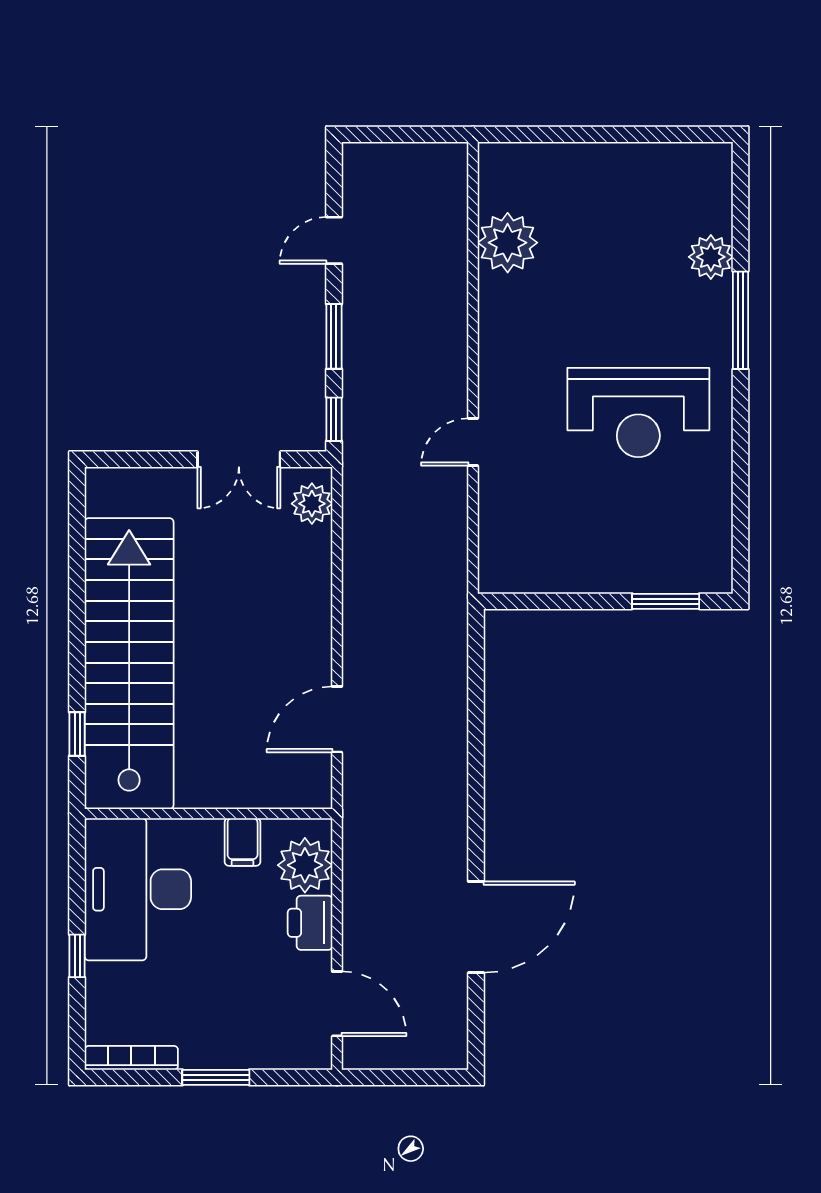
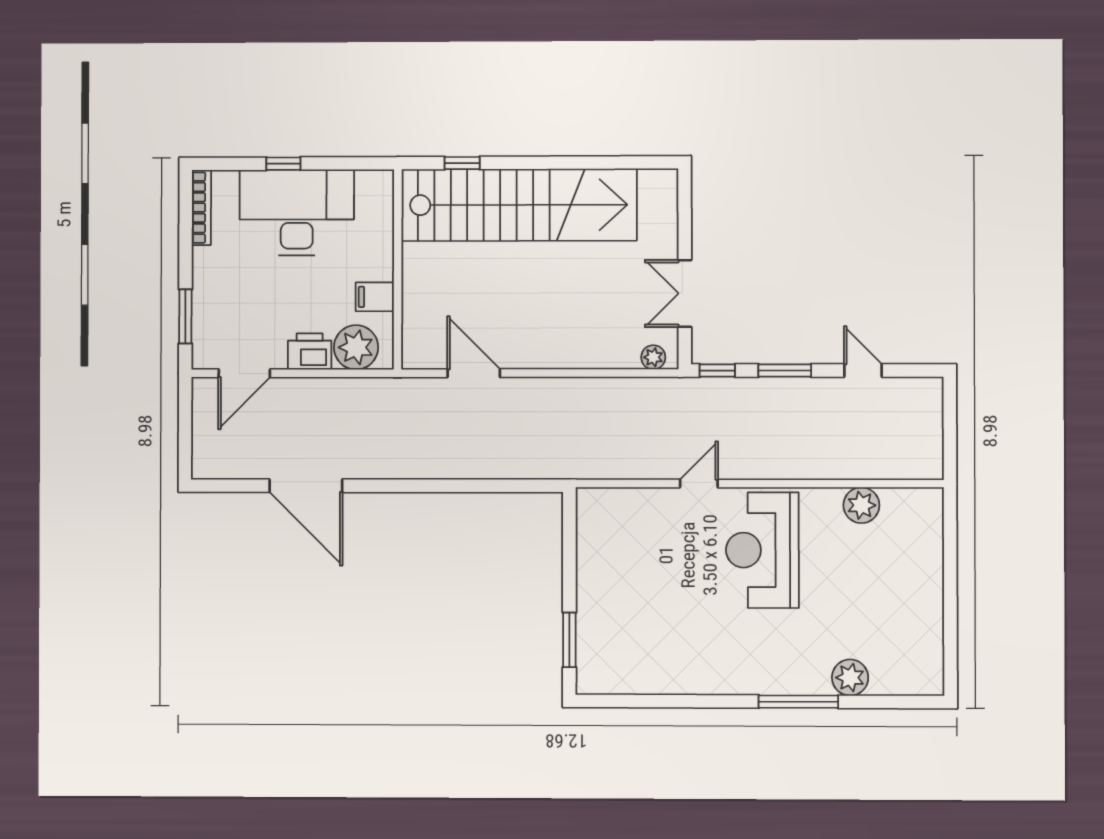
plant: (508, 243) -> (861, 505), width x0.73, depth x0.73
reception desk: (638, 412) -> (762, 550), moved
door: (473, 442) -> (699, 484), hinge flipped
plant: (312, 504) -> (653, 357), width x0.73, depth x0.73
desk: (138, 889) -> (297, 213), moved
window: (216, 1077) -> (185, 316), moved

